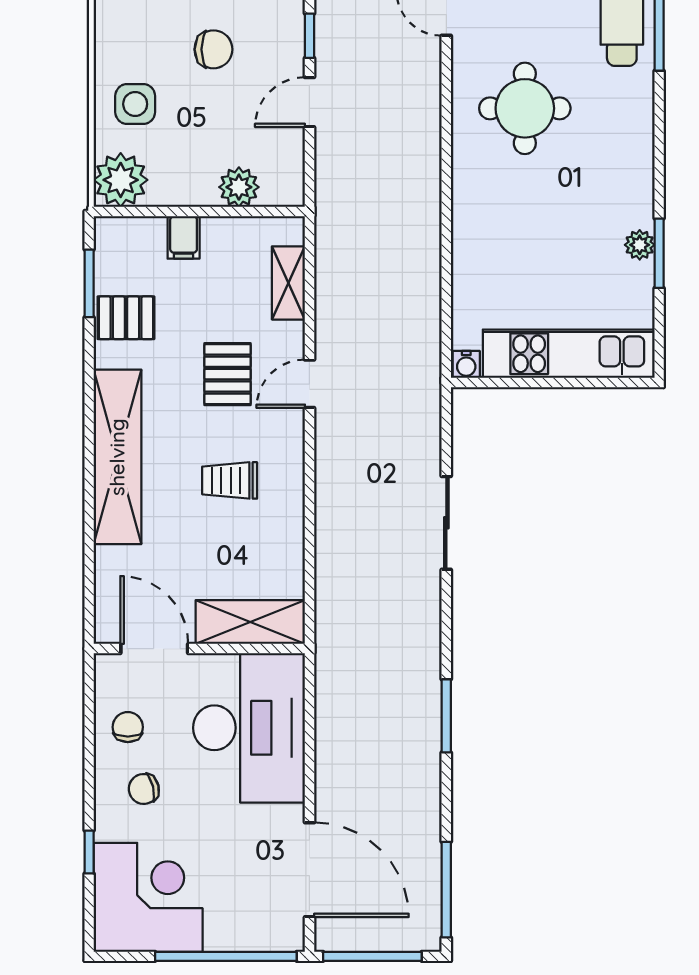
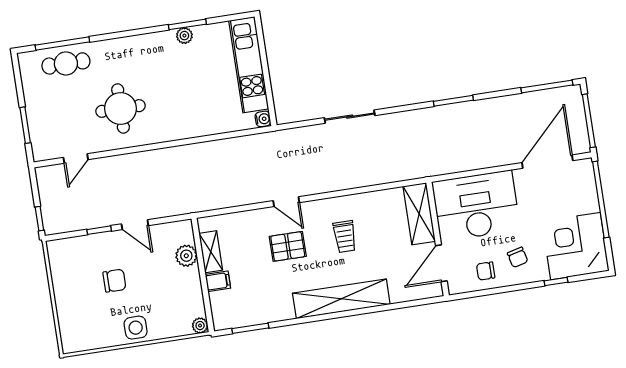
chair: (213, 49) -> (114, 281), turned 90
side table: (135, 104) -> (136, 328), moved
plant: (121, 180) -> (200, 326), width x0.53, depth x0.53
shelving: (288, 283) -> (211, 252), moved, turned 90
pallet: (126, 318) -> (266, 306), removed

